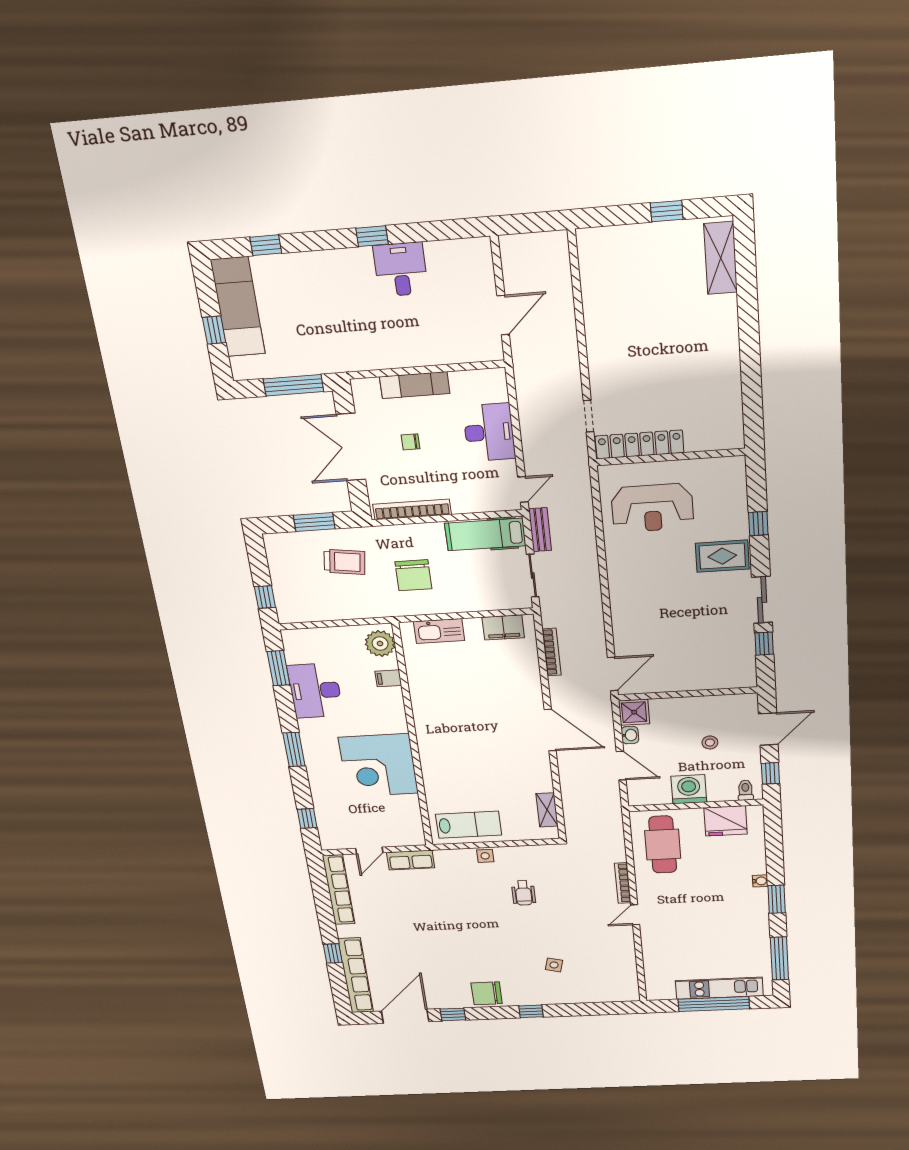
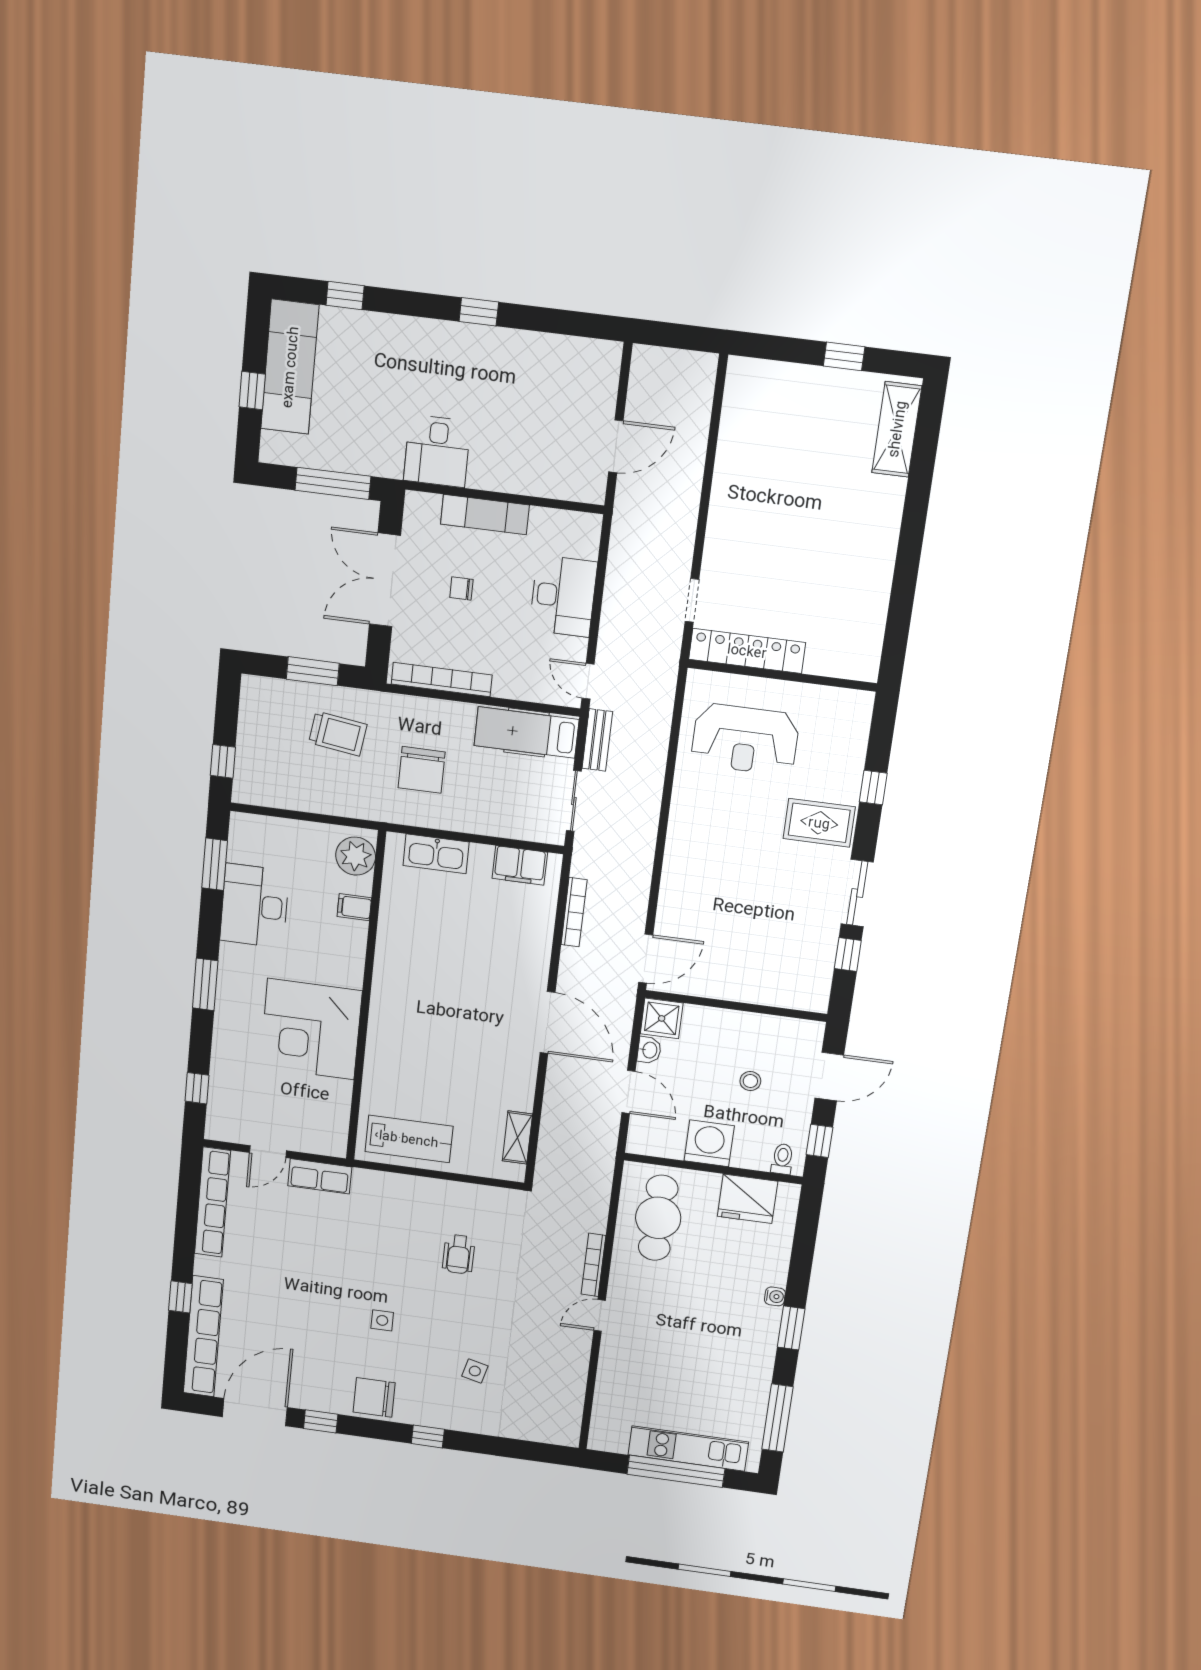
desk: (401, 269) -> (437, 451), moved, turned 180
door: (523, 489) -> (588, 681), swing flipped
side table: (485, 856) -> (382, 1320), moved

